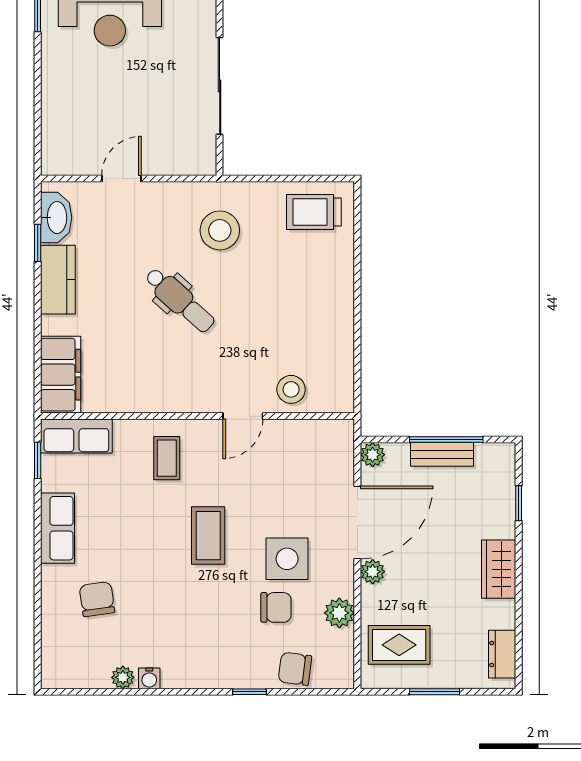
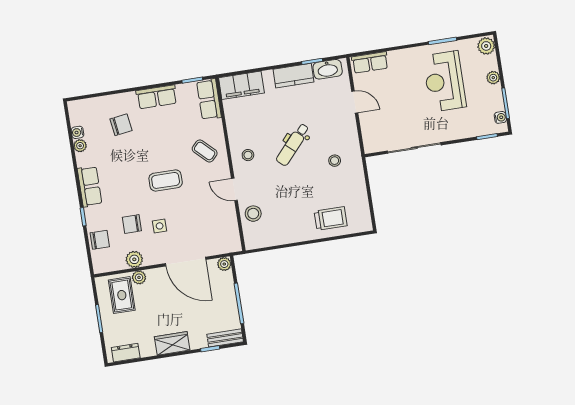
row of seats: (56, 141) -> (370, 62), added
trolley: (314, 212) -> (331, 219), moved, turned 90
stool: (220, 230) -> (335, 161), width x0.53, depth x0.53
stool: (186, 382) -> (248, 155), added
bench: (442, 454) -> (225, 338), moved, turned 90
coffee table: (167, 458) -> (205, 151), turned 44
side table: (287, 559) -> (160, 226), width x0.54, depth x0.54
plant: (373, 572) -> (139, 277), moved
chair: (276, 607) -> (132, 224), turned 90
chair: (295, 669) -> (100, 240), turned 83
row of seats: (198, 672) -> (90, 186), added
water cooler: (149, 678) -> (78, 132), moved

